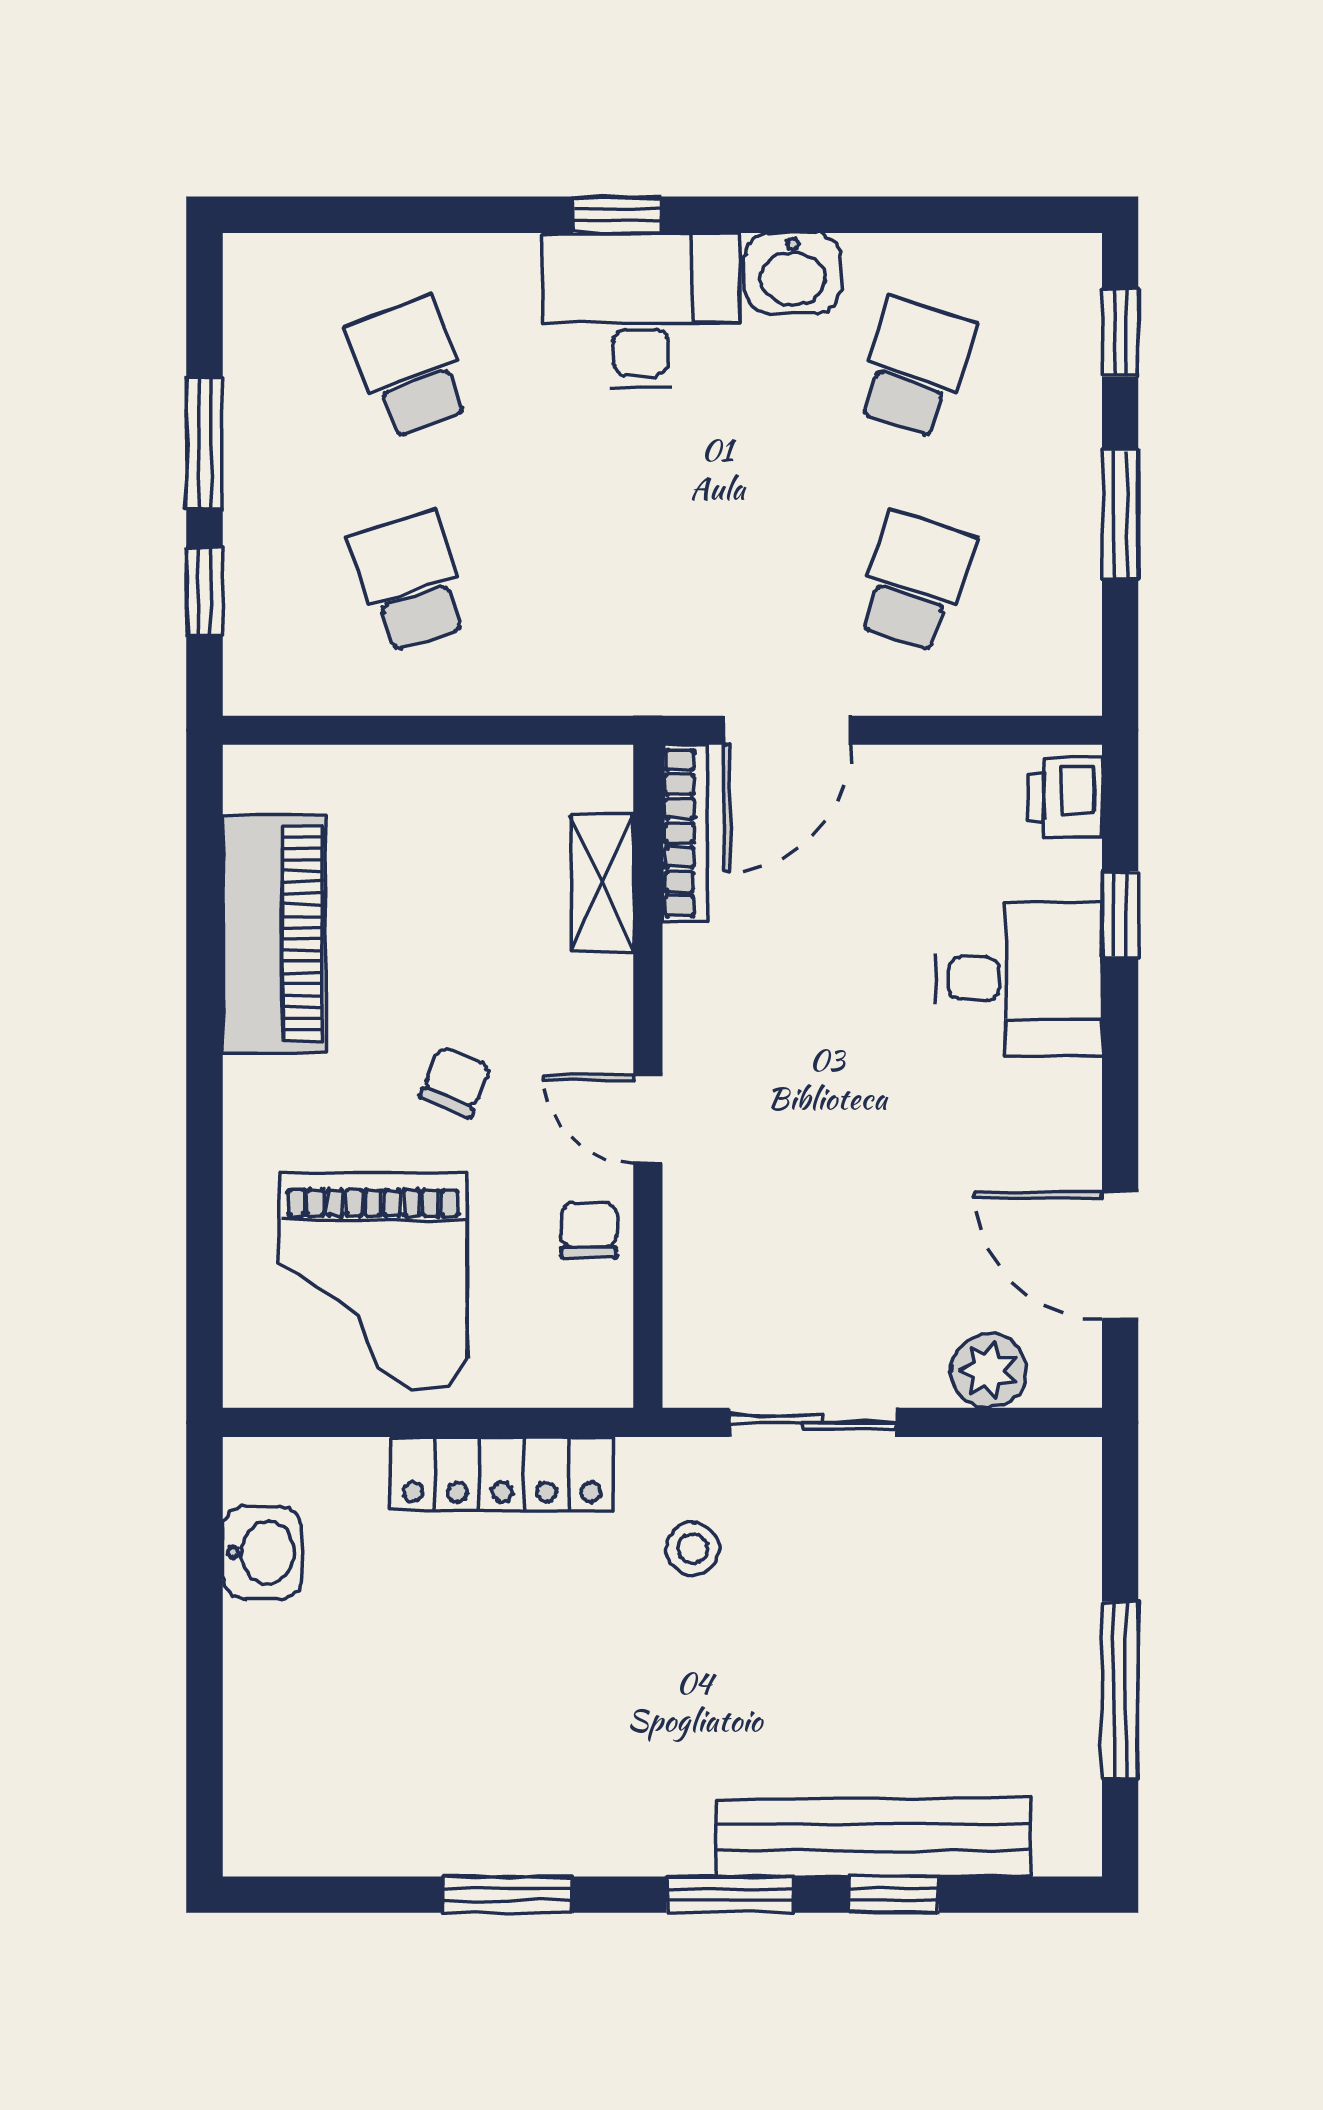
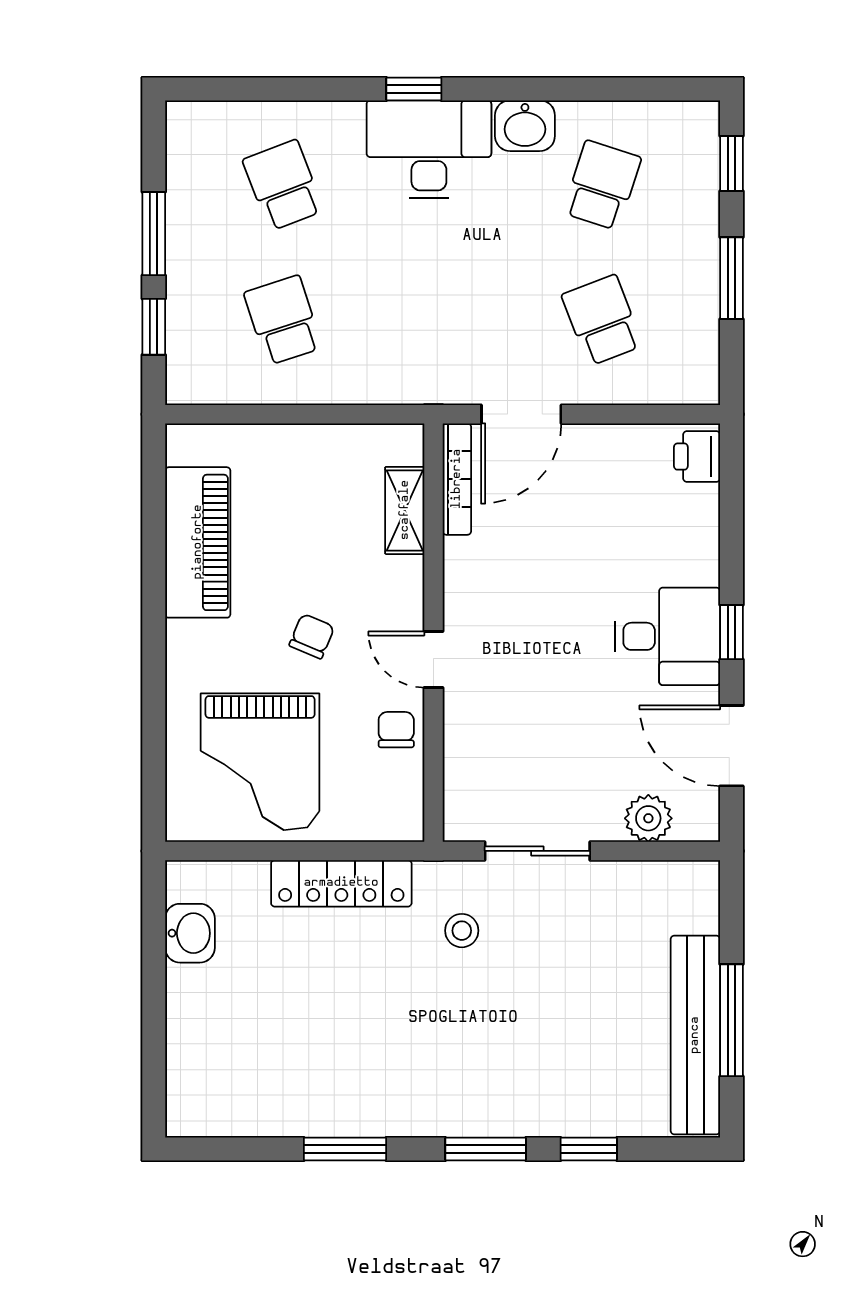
school desk: (915, 581) -> (602, 320), turned -39
window: (1120, 914) -> (731, 632), moved
desk: (1019, 979) -> (668, 636), moved
bench: (874, 1837) -> (695, 1035), moved, turned 90

